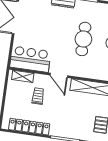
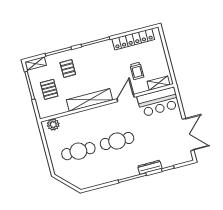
cafe table: (83, 39) -> (117, 141), turned 90
door: (59, 75) -> (126, 98), hinge flipped

